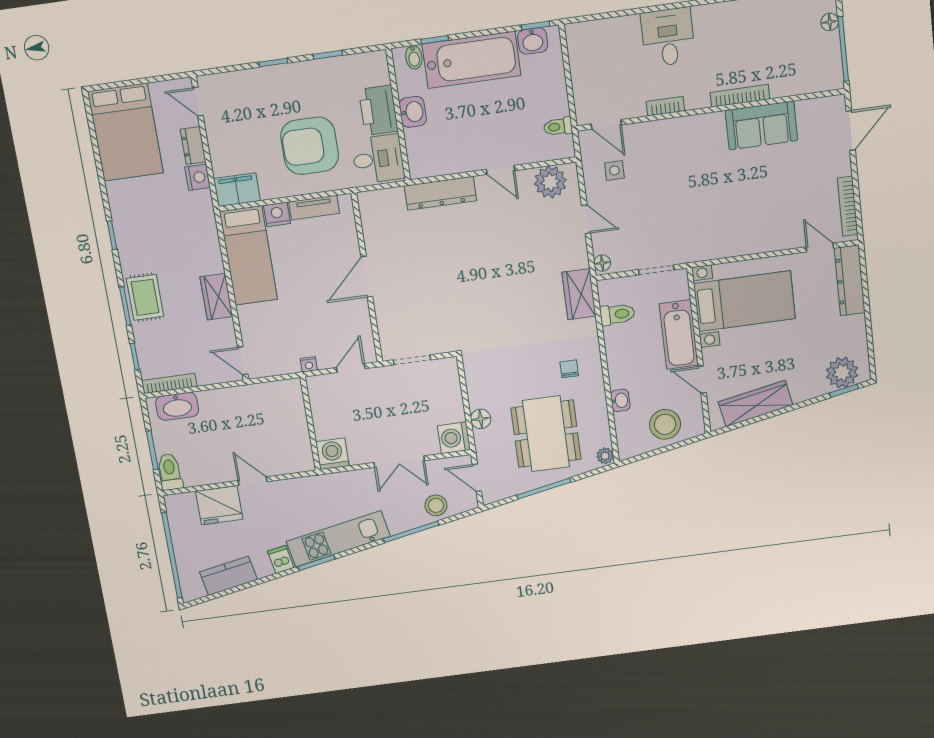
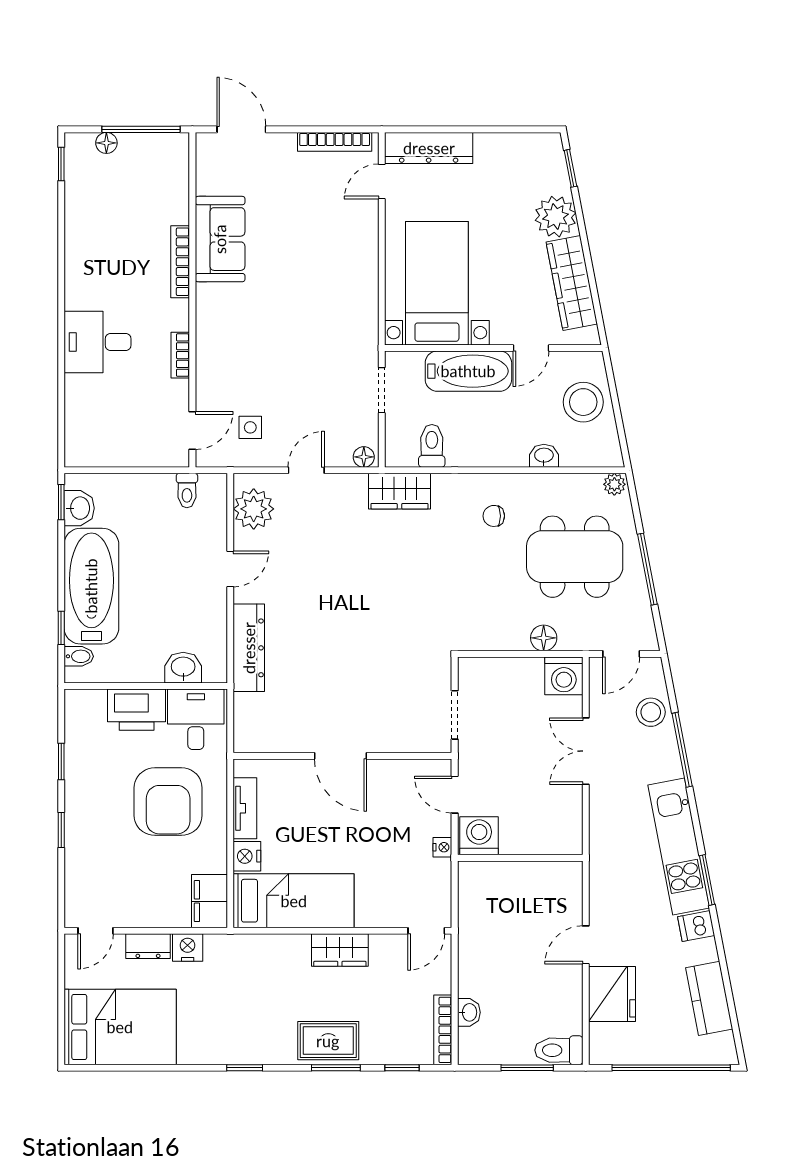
washbasin: (413, 112) -> (183, 668), moved
plant: (842, 373) -> (555, 217), moved
washbasin: (177, 406) -> (469, 1012), width x0.52, depth x0.69
washing machine: (332, 454) -> (479, 836), moved, turned 90
double door: (399, 462) -> (586, 751), swing flipped

